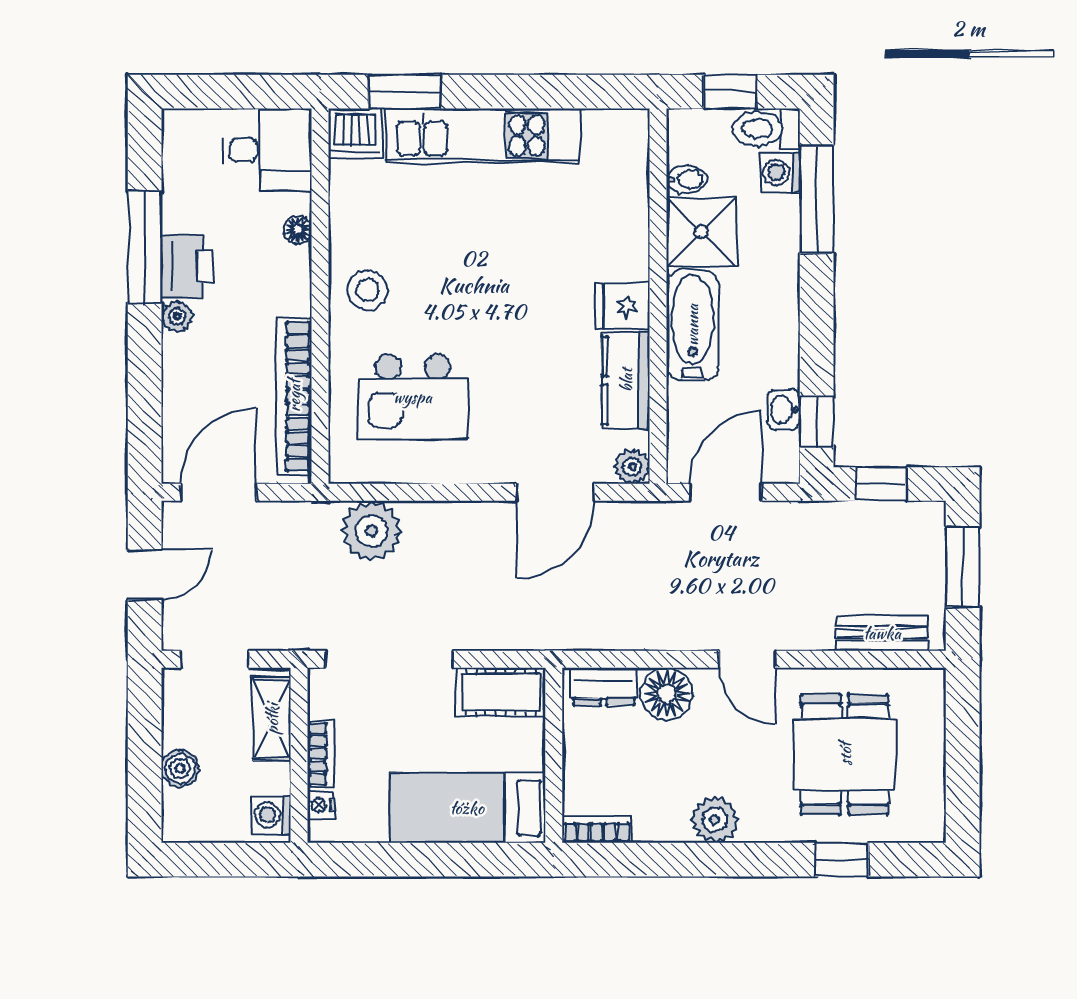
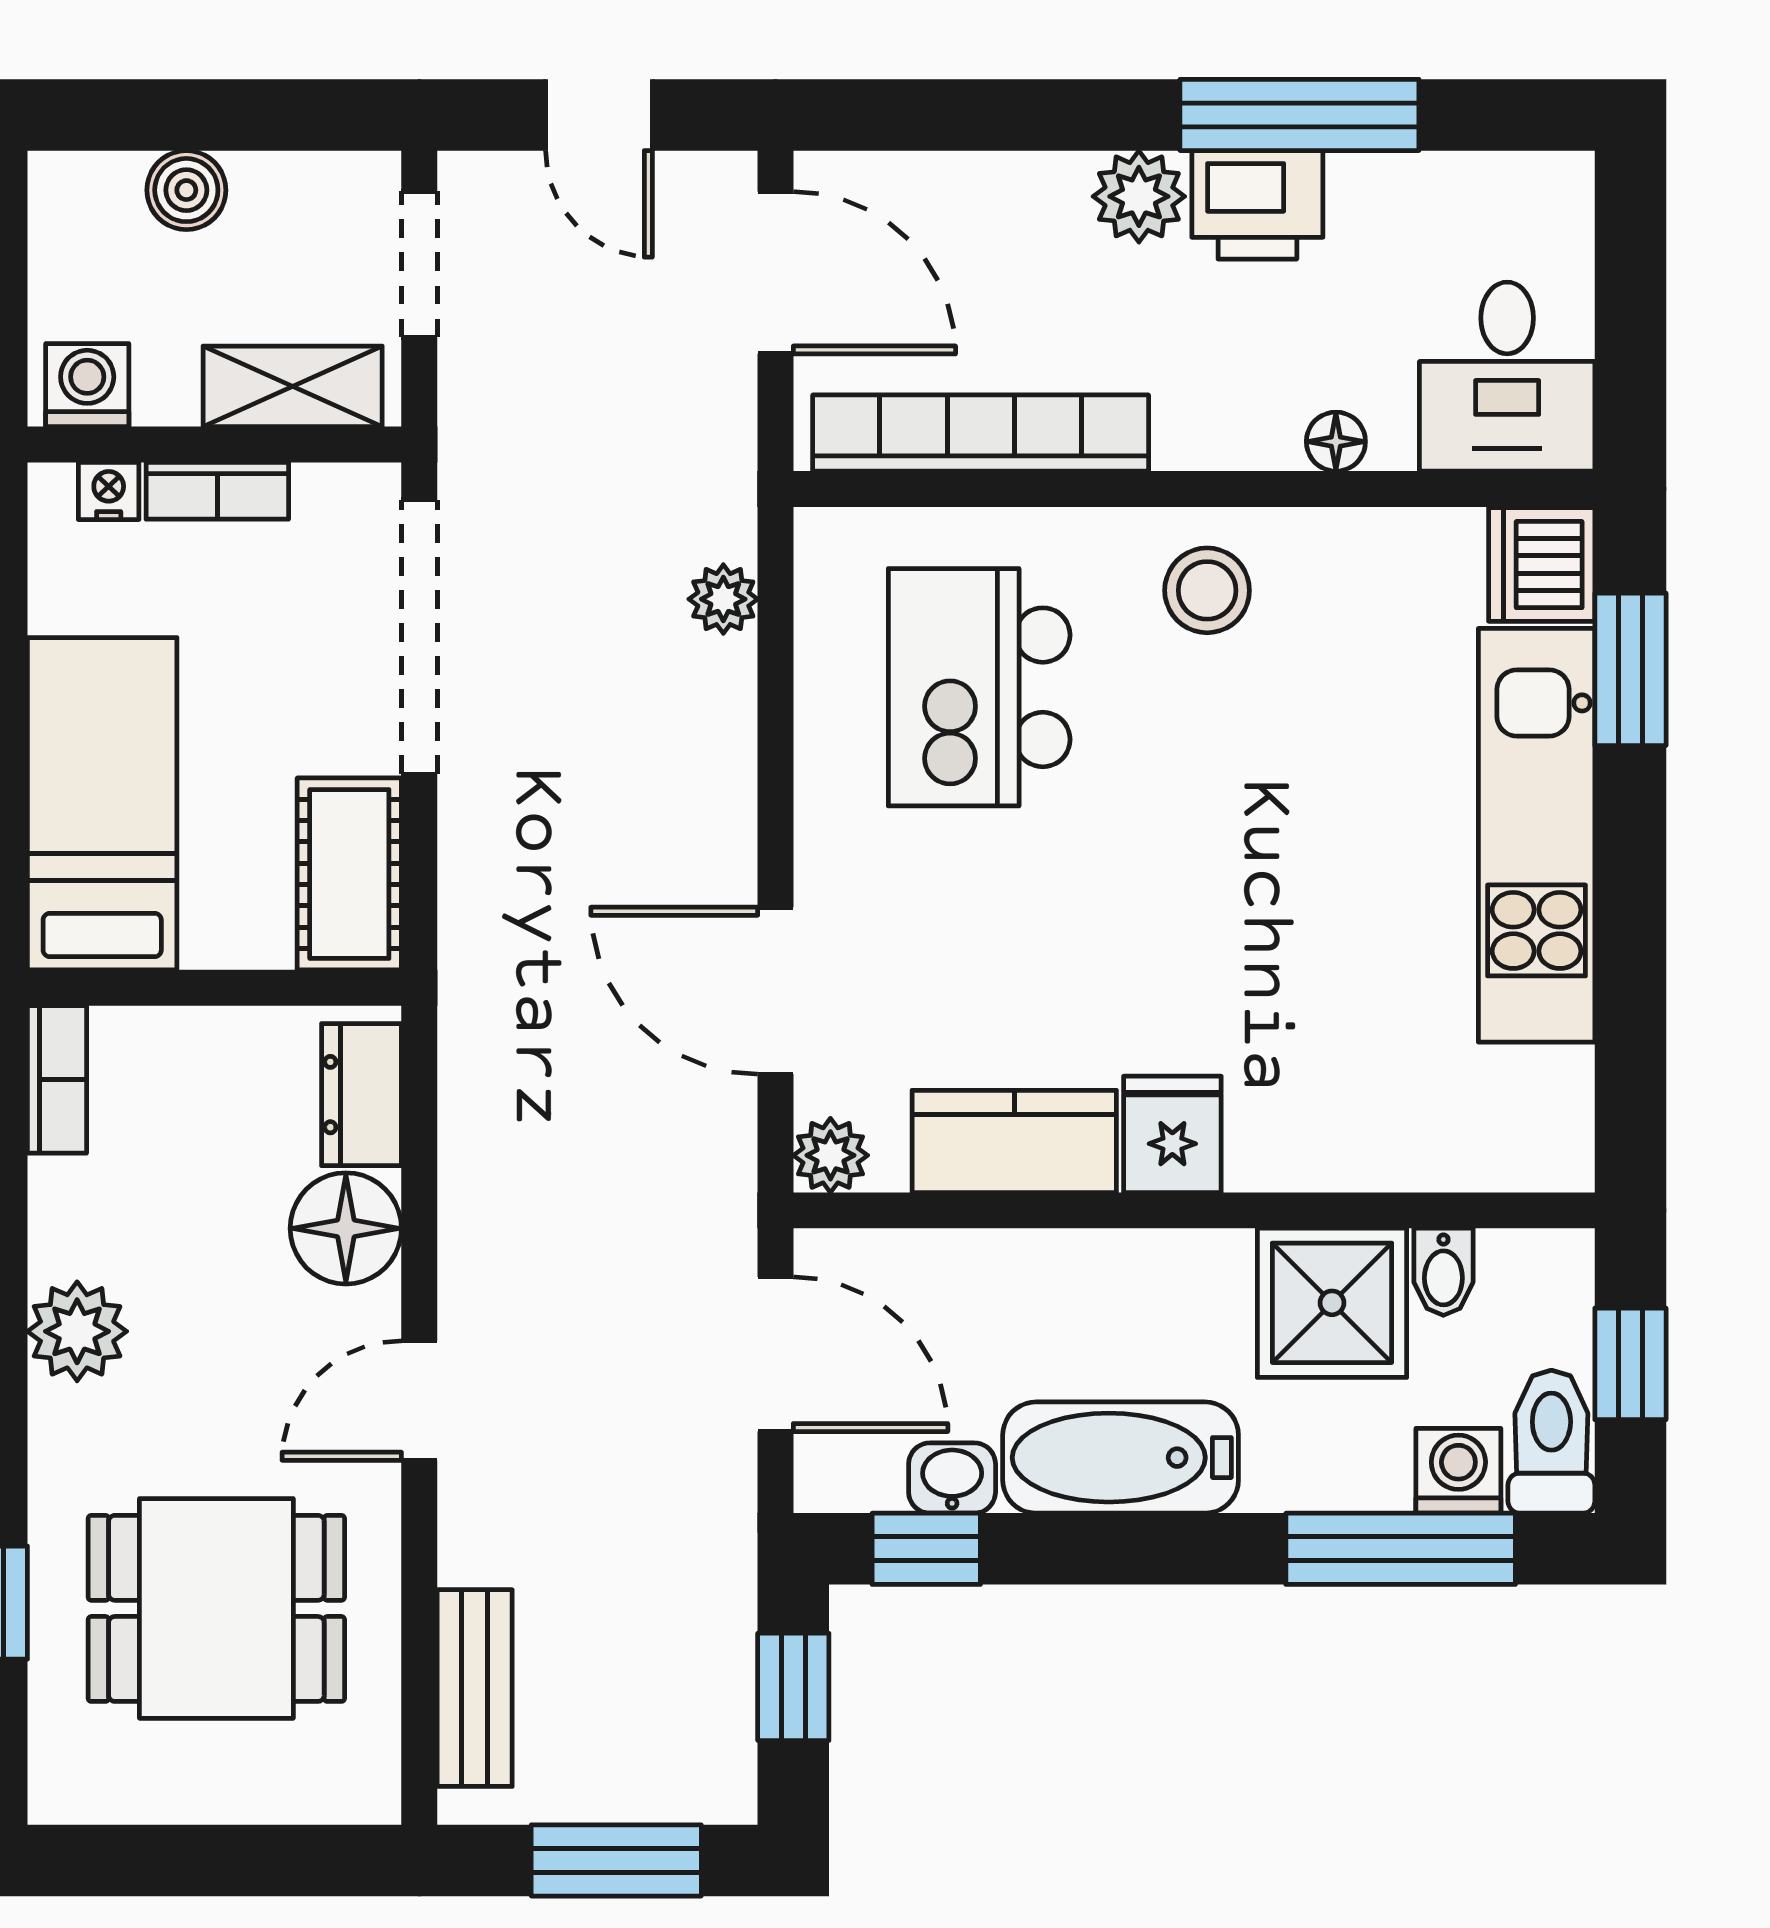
plant: (177, 316) -> (1139, 196), width x1.38, depth x1.38
bathtub: (692, 325) -> (1121, 1458), moved, turned 180
plant: (372, 531) -> (723, 599), width x0.53, depth x0.53

